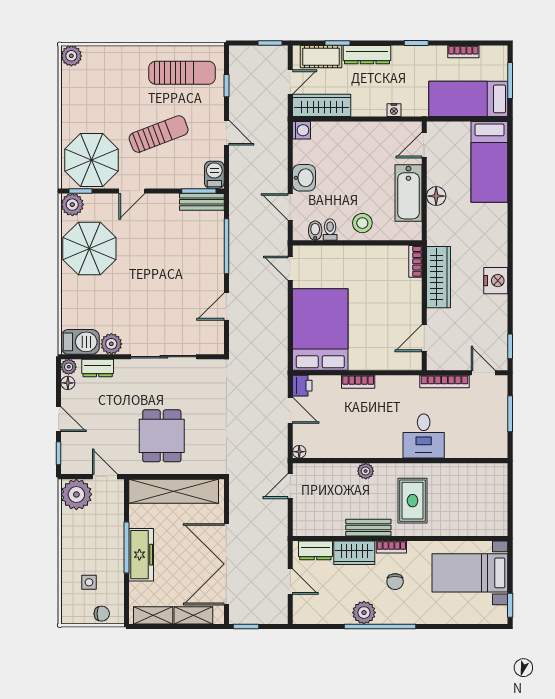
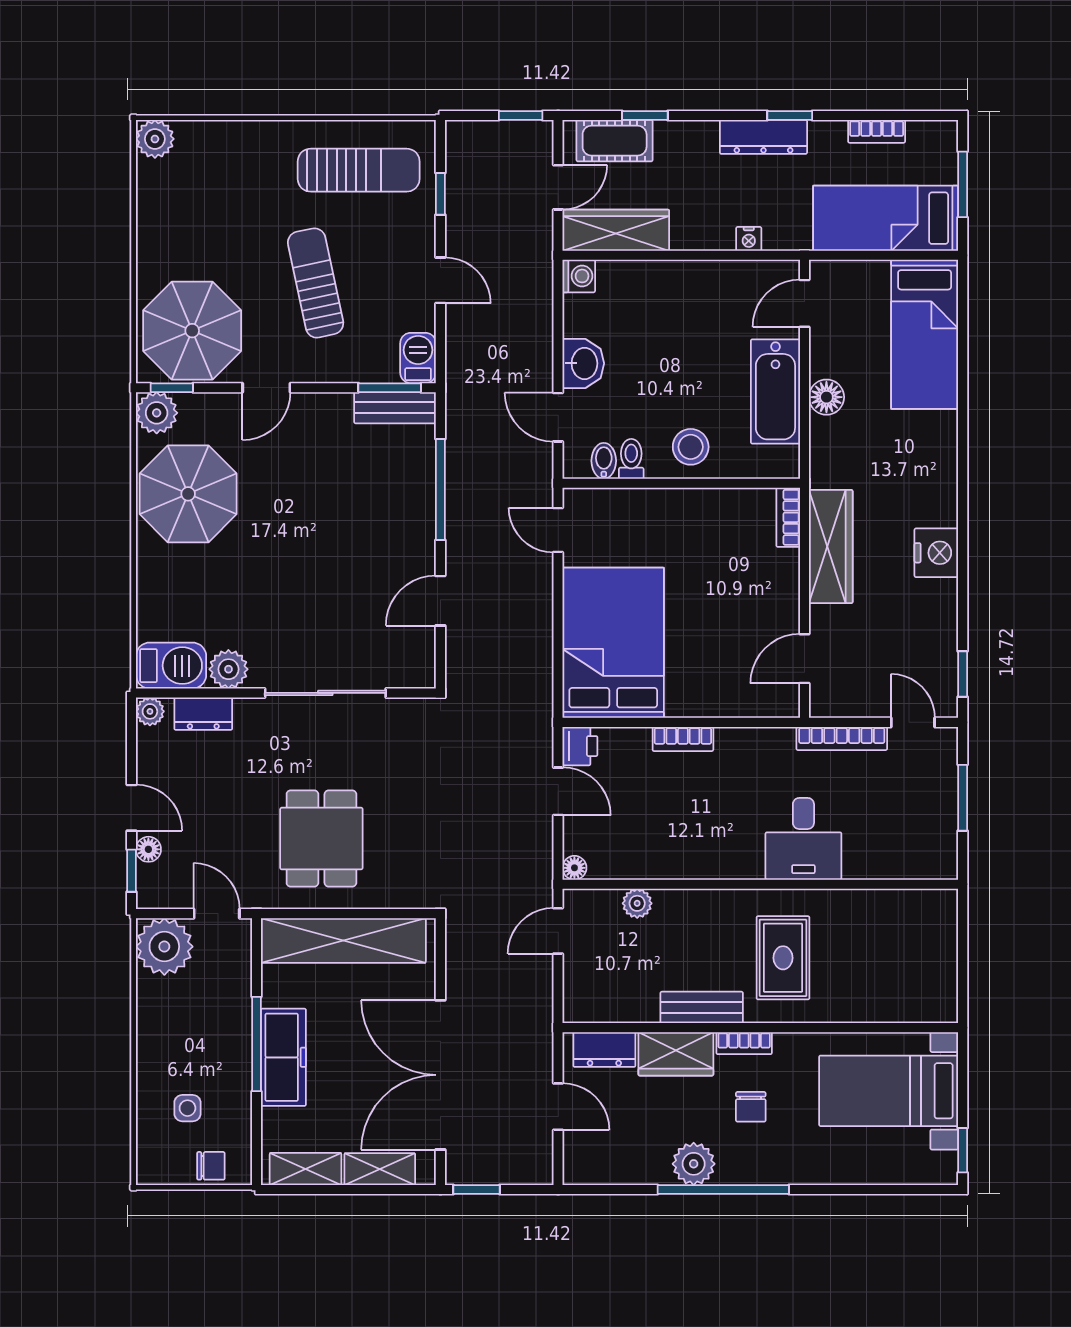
dresser: (367, 55) -> (763, 137), moved
sun lounger: (159, 134) -> (316, 283), turned -81
floor lamp: (68, 383) -> (148, 849), moved
plant: (366, 471) -> (637, 903), moved

